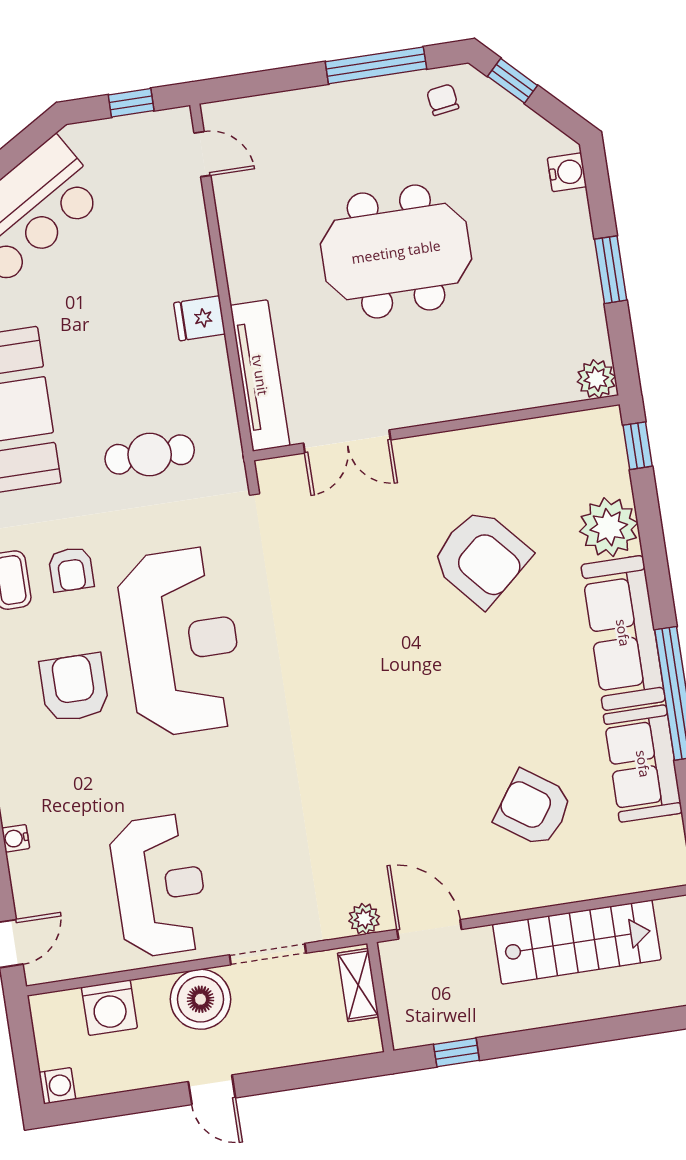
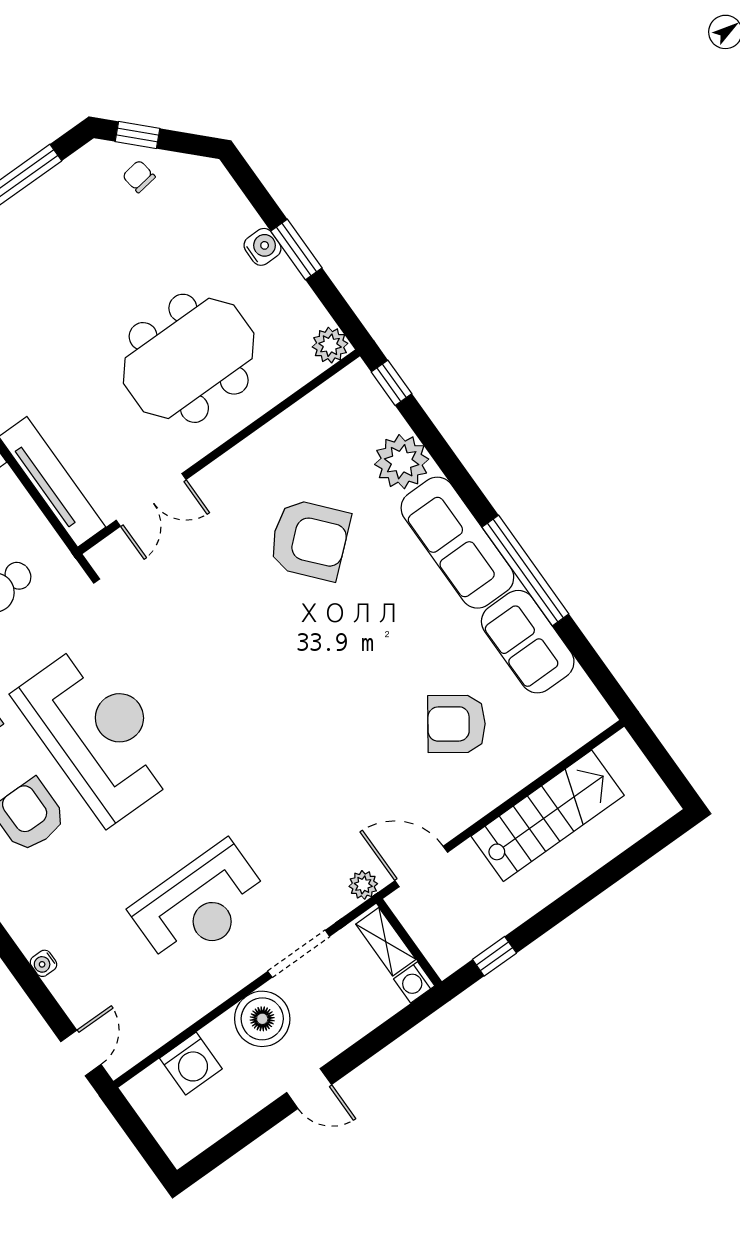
chair: (443, 100) -> (139, 176), moved
water cooler: (567, 172) -> (262, 247), moved
meeting table: (396, 252) -> (189, 358), moved
reception desk: (160, 886) -> (200, 905), moved, turned 90
washing machine: (57, 1086) -> (414, 982), moved, turned 180

